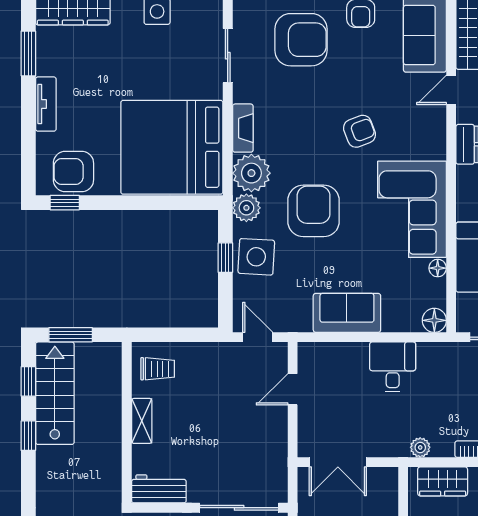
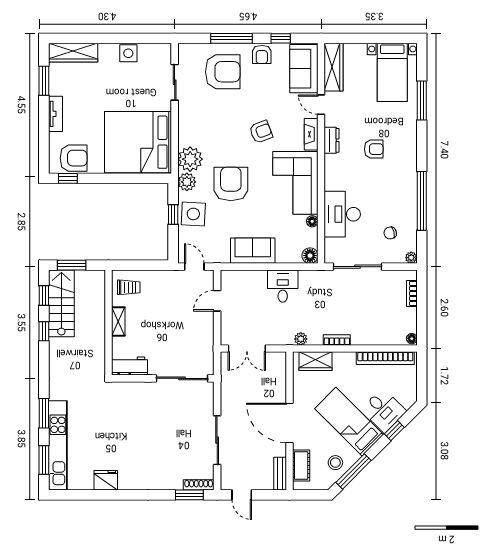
door: (451, 90) -> (321, 105), hinge flipped
fireplace: (243, 128) -> (311, 134), moved, turned 180
armchair: (73, 172) -> (74, 158), turned 180

